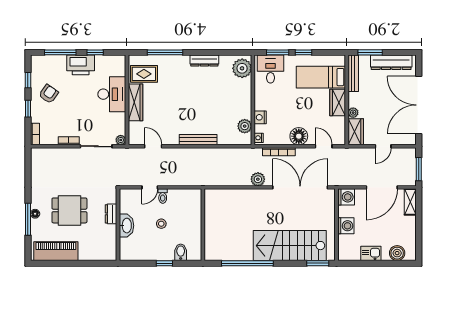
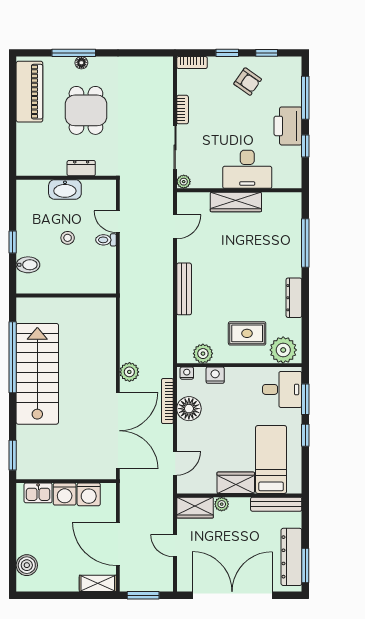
window: (370, 52) -> (305, 565), moved
rug: (144, 74) -> (247, 333), moved, turned 90
floor lamp: (299, 136) -> (189, 409), moved
washing machine: (346, 197) -> (89, 494), moved
stairs: (290, 246) -> (37, 374), moved
kitchen sink: (371, 253) -> (38, 493), moved, turned 90

